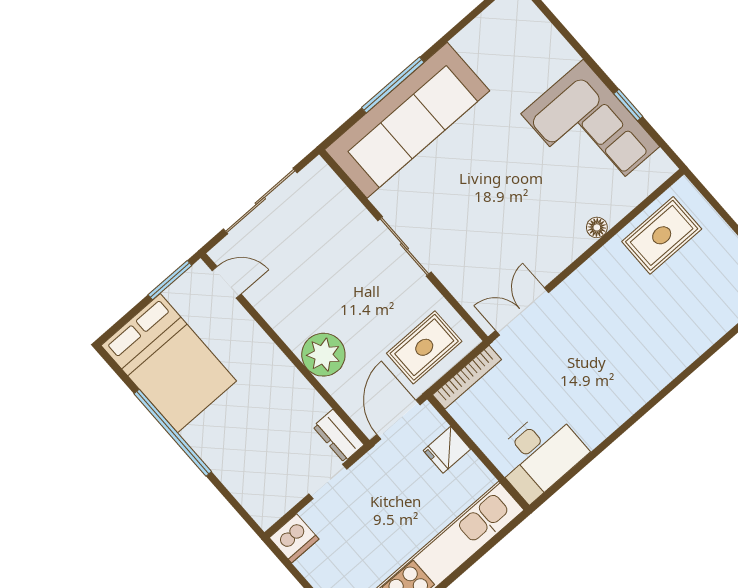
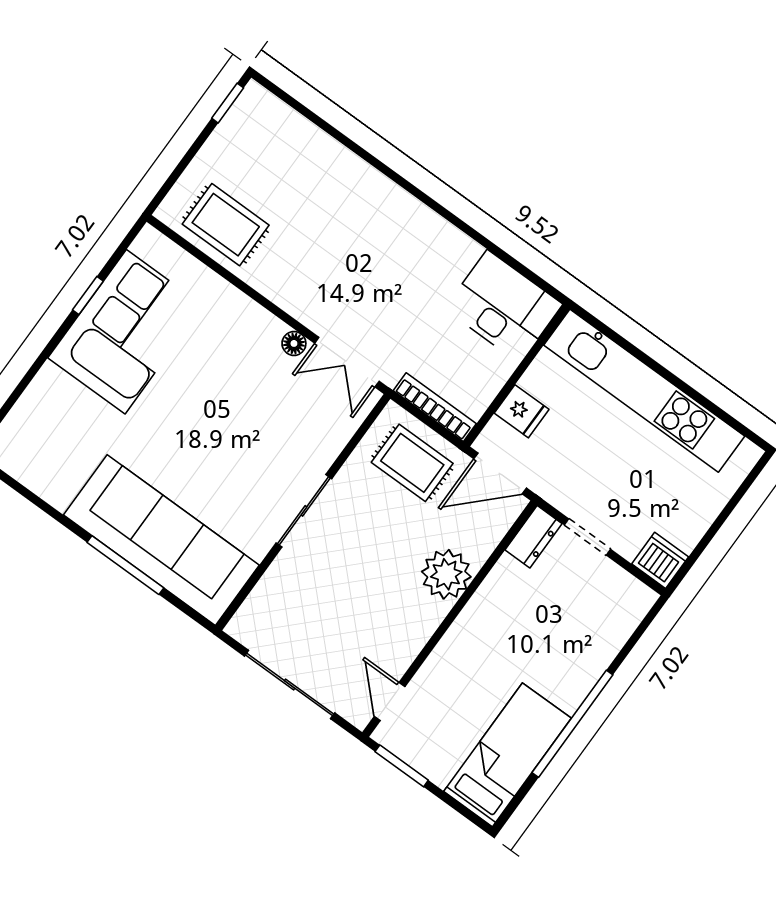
floor lamp: (597, 227) -> (294, 343), moved
bed: (169, 363) -> (507, 755), width x0.67

